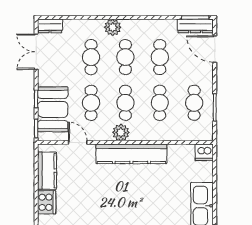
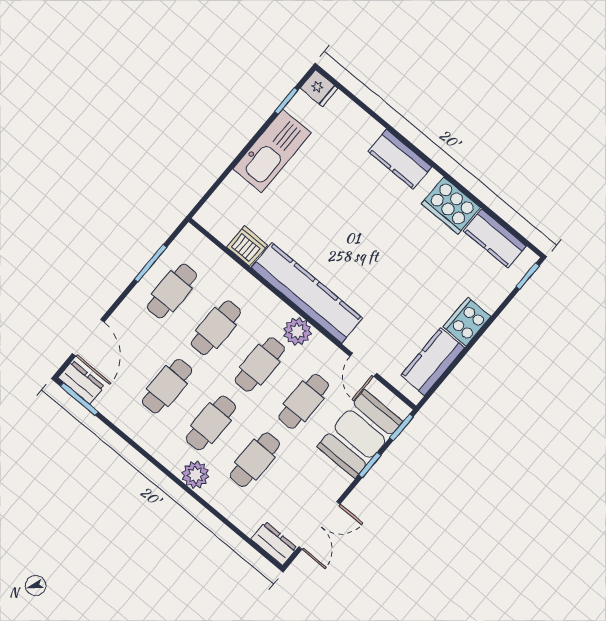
dresser: (195, 26) -> (81, 382), width x0.70
dishwasher: (204, 152) -> (247, 246), moved

